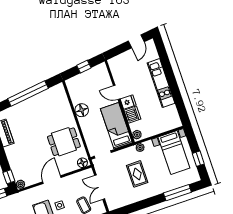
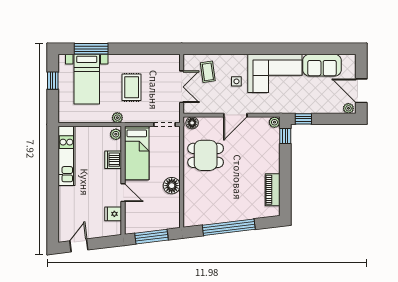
window: (84, 67) -> (151, 237), width x2.17
kitchen unit: (161, 83) -> (66, 156), moved
fridge: (128, 102) -> (113, 214), moved
bed with nightstands: (174, 153) -> (87, 79), moved, turned 180

